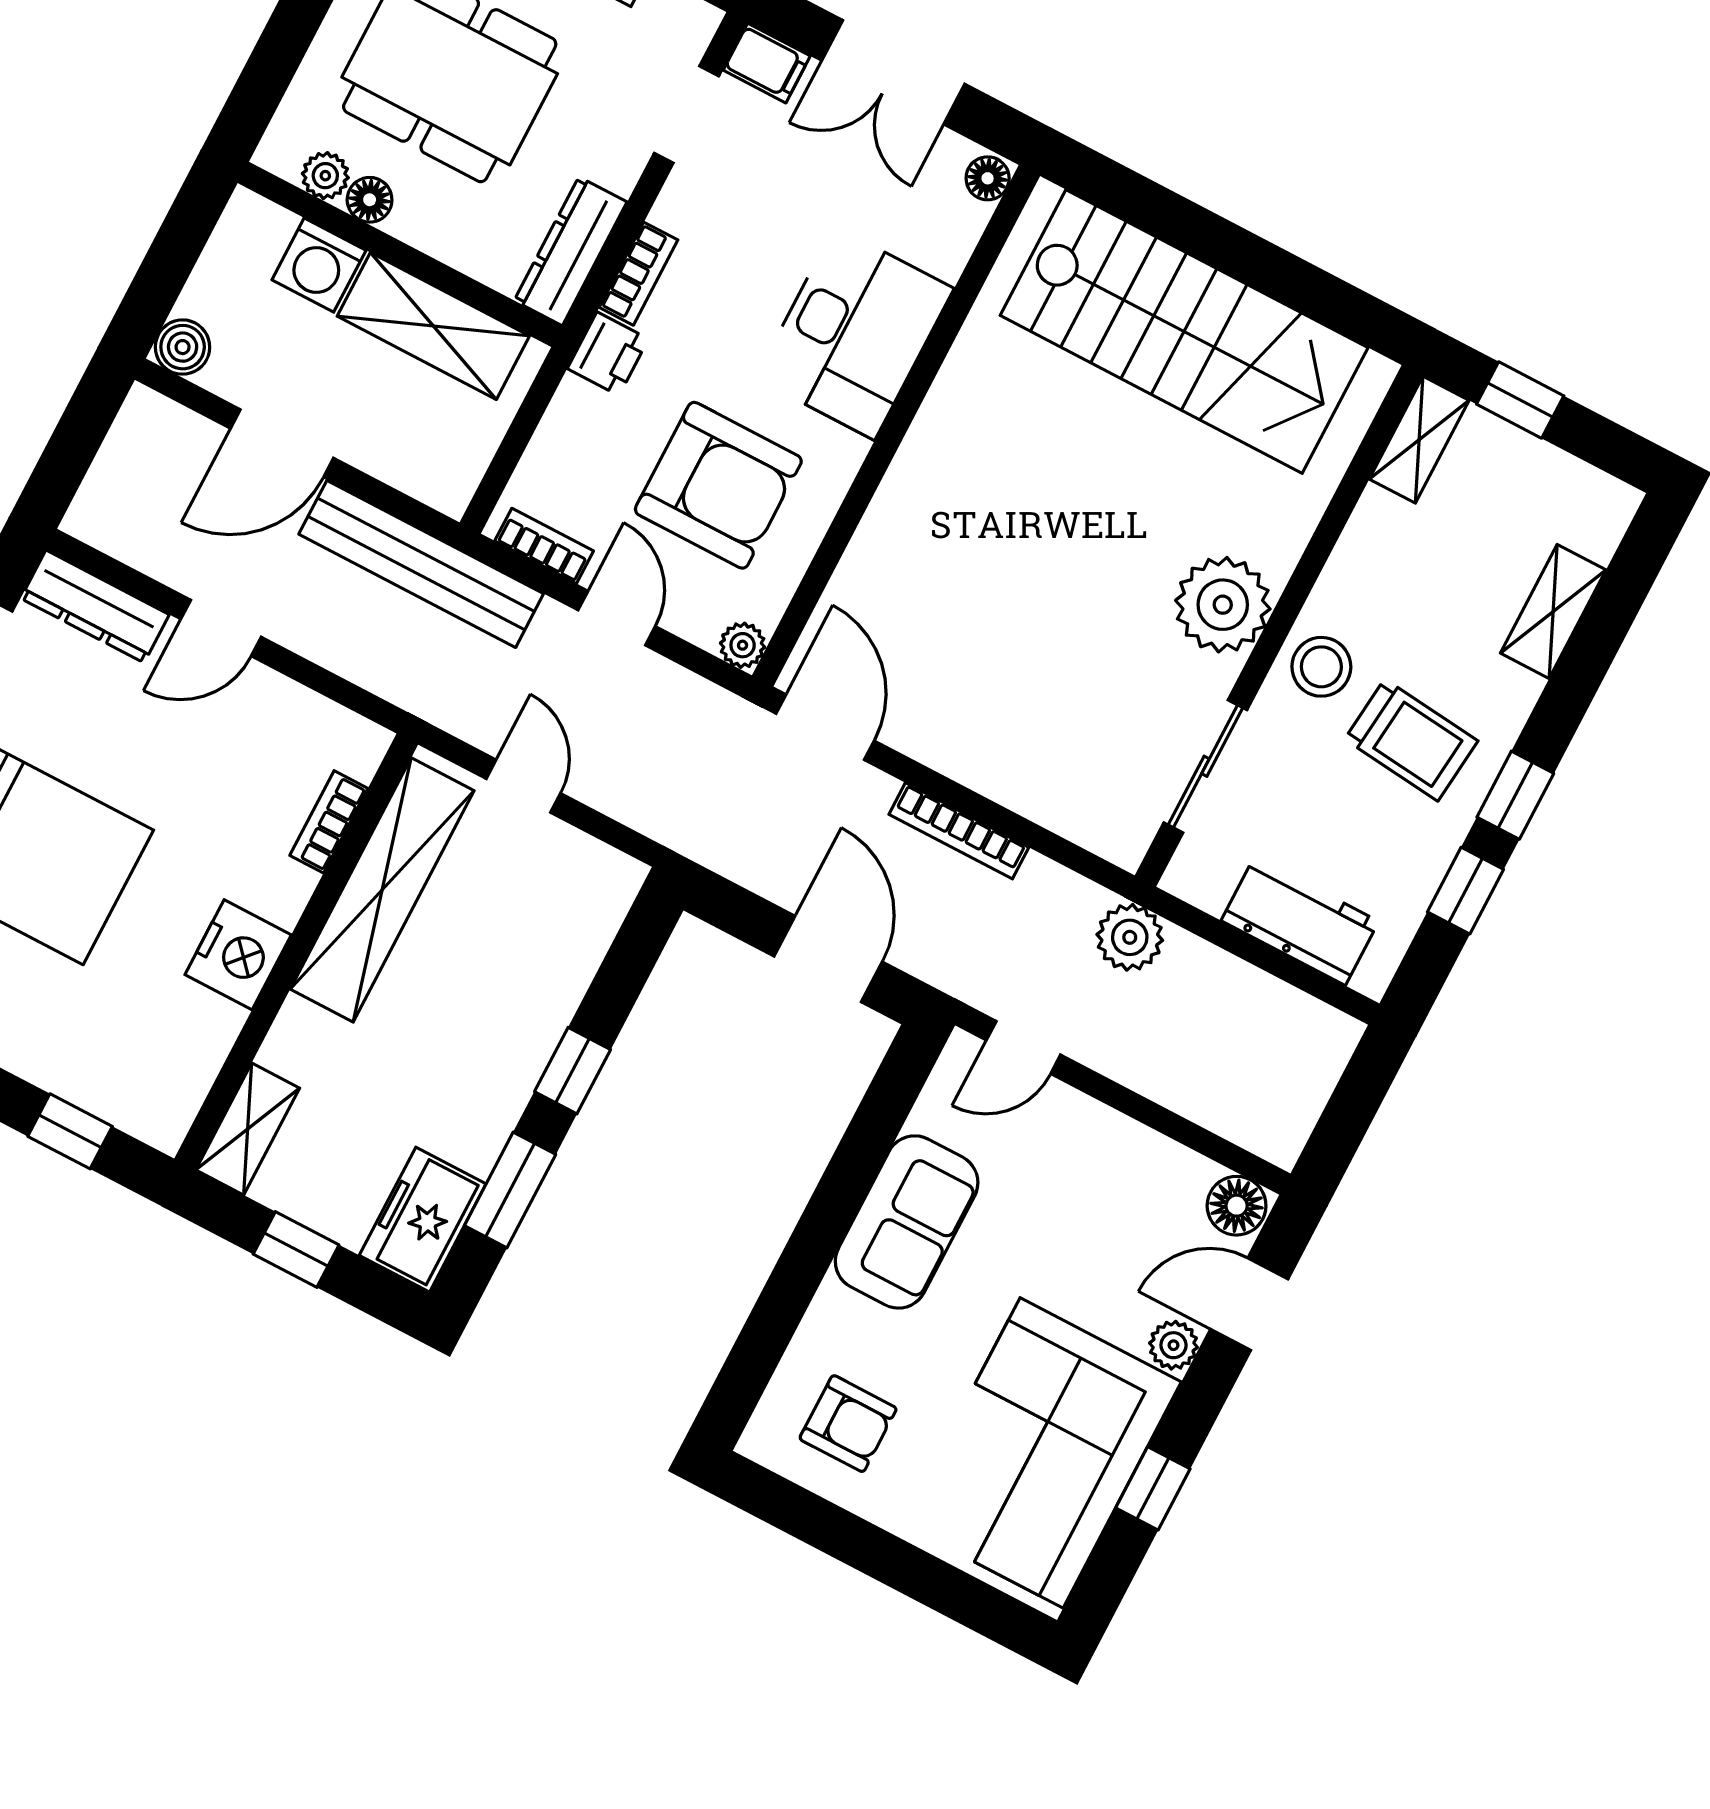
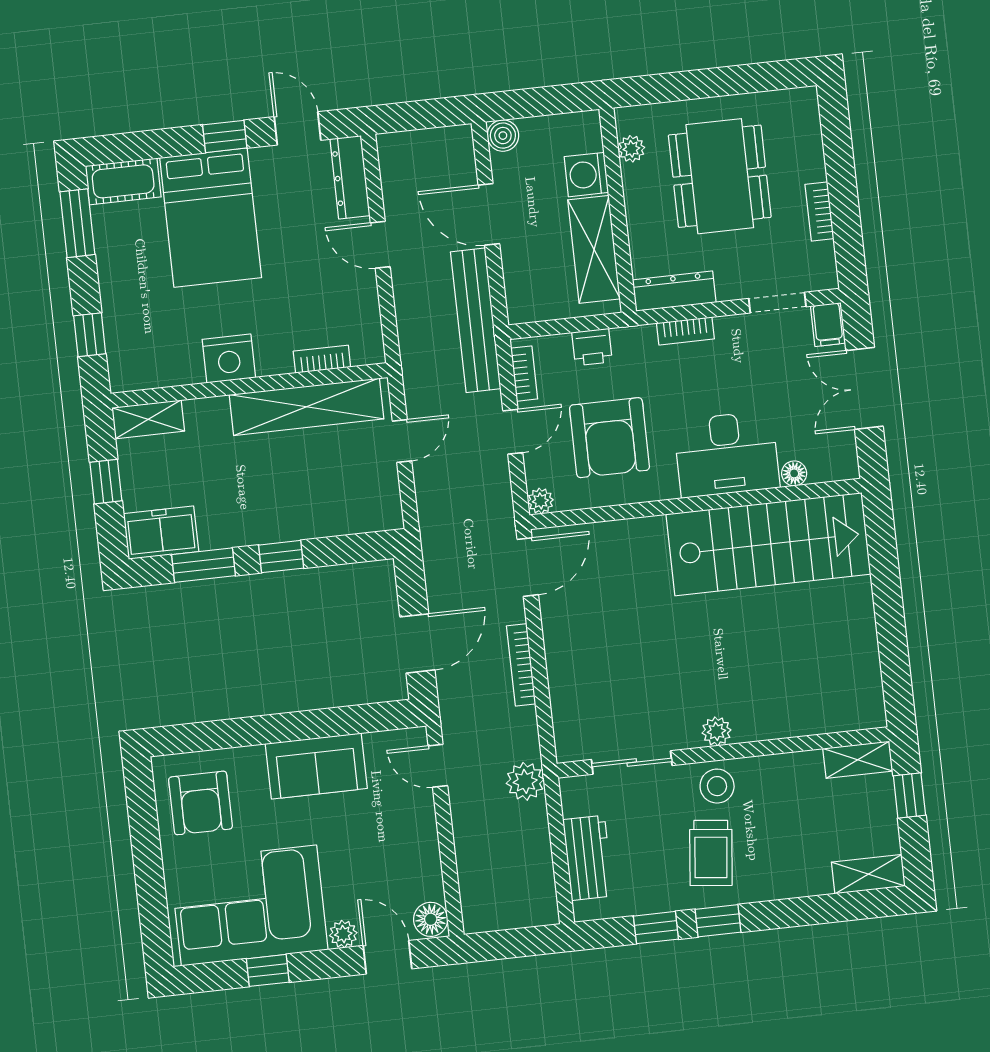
floor lamp: (988, 178) -> (794, 473), moved
floor lamp: (370, 200) -> (634, 178), removed
stairs: (1184, 332) -> (768, 544), moved, turned -90
printer: (608, 354) -> (592, 347), moved
plant: (1223, 605) -> (716, 731), width x0.53, depth x0.53
shelving: (1553, 611) -> (868, 874), moved
armchair: (848, 1424) -> (201, 803), width x1.38, depth x1.38

